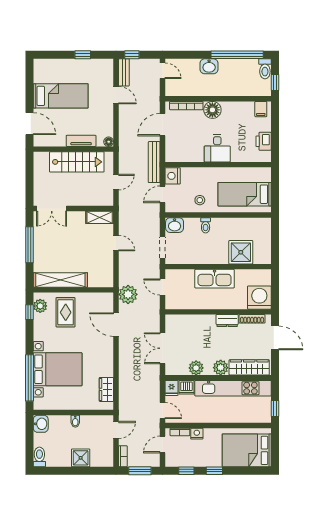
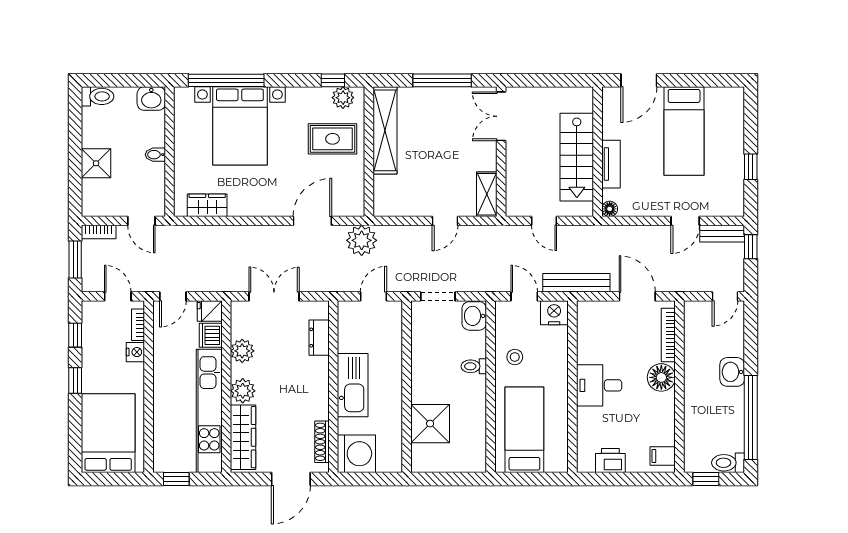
kitchen sink: (215, 279) -> (353, 385), moved, turned 180
dresser: (227, 321) -> (319, 338), moved

